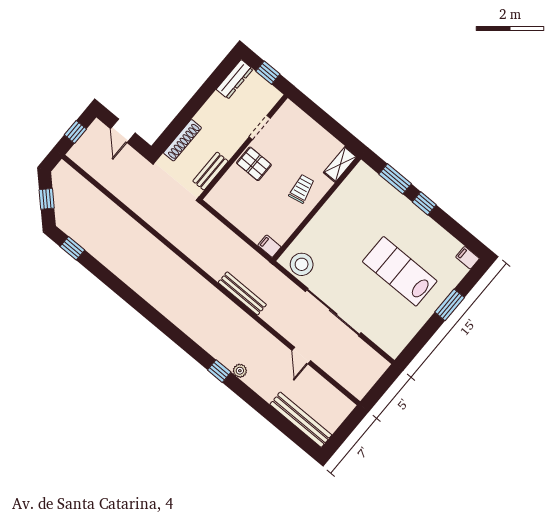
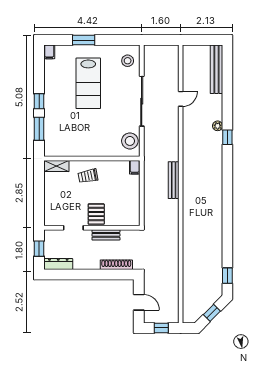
door: (123, 131) -> (139, 302), hinge flipped
bench: (210, 171) -> (106, 235), moved
bench: (242, 293) -> (174, 180), moved
stool: (389, 333) -> (128, 61), added

